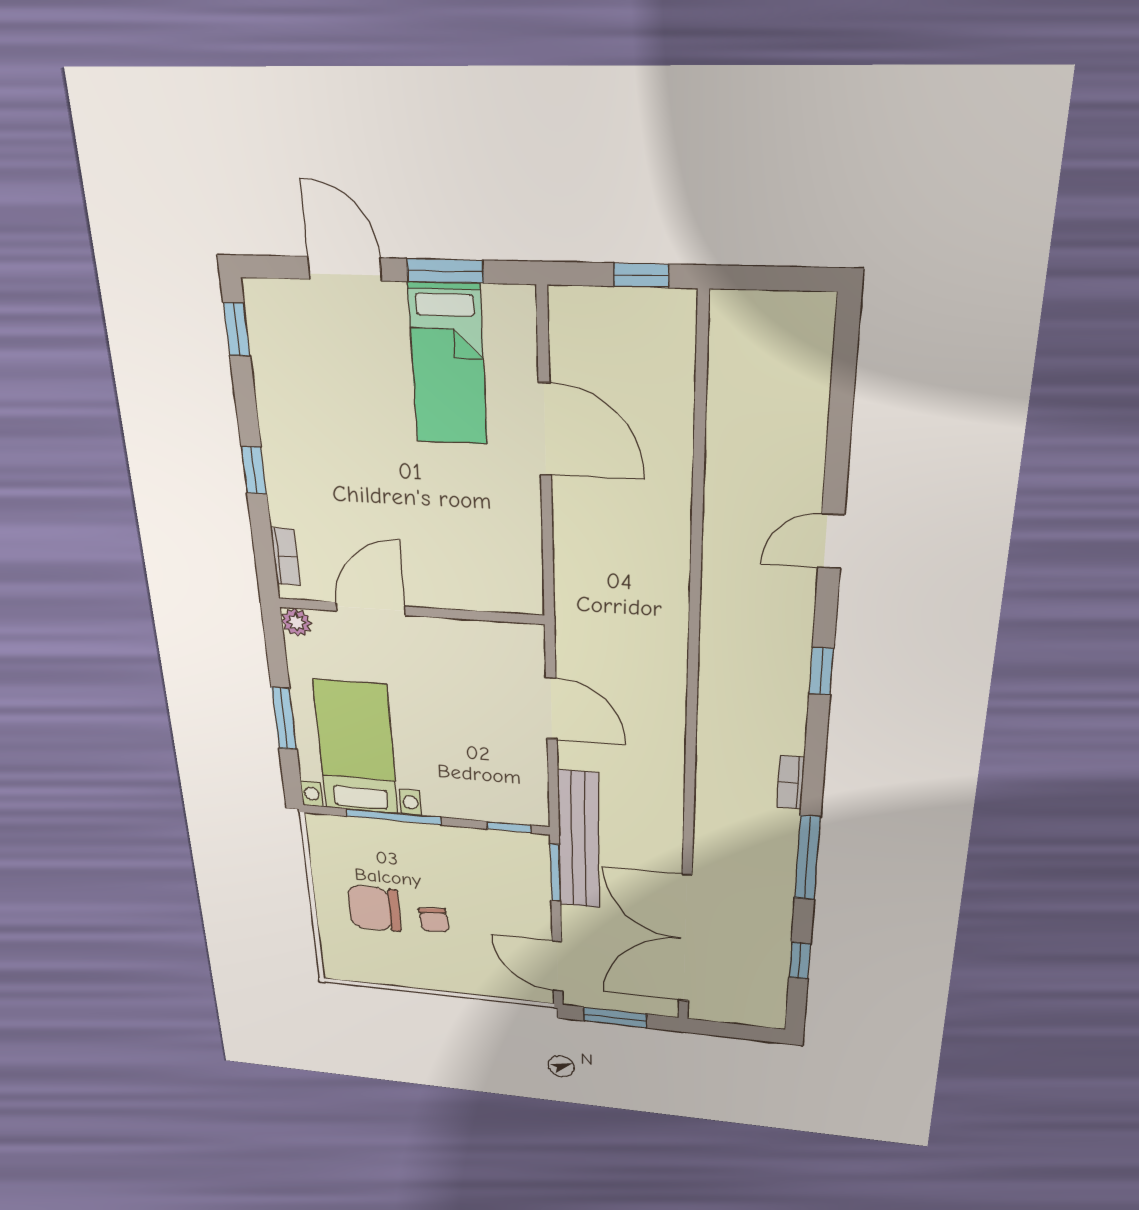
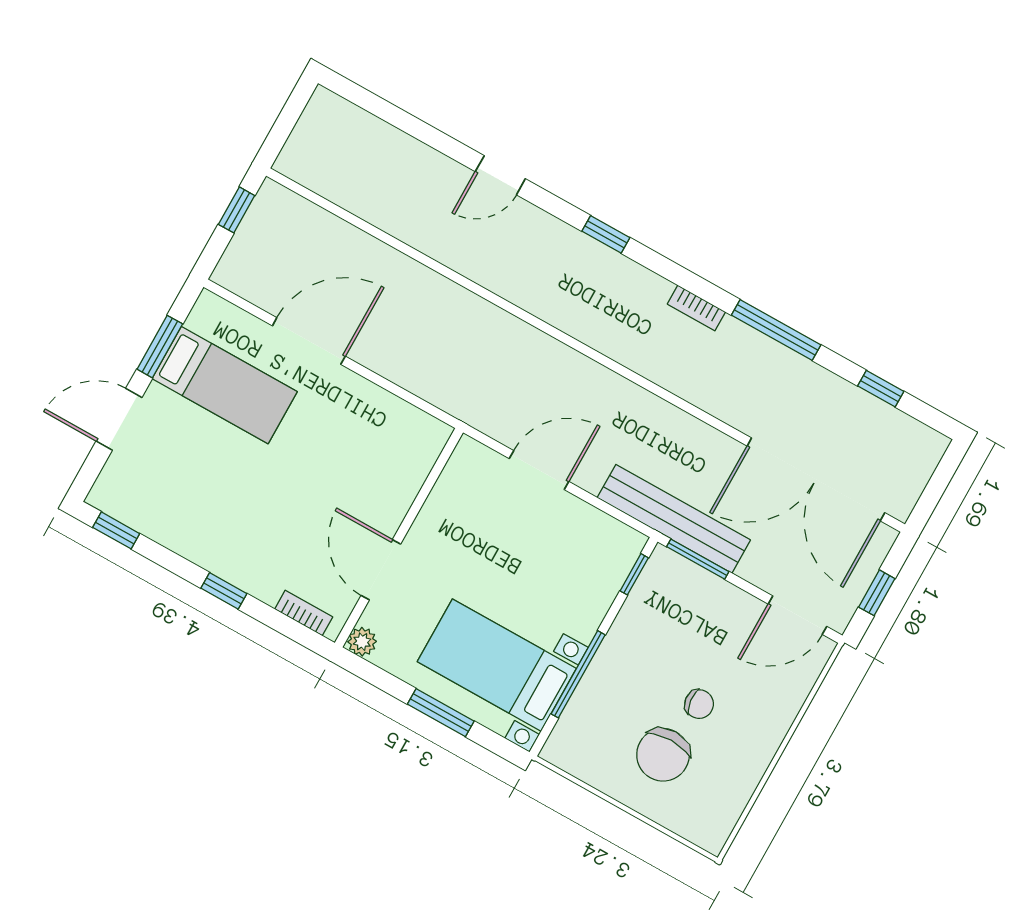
door: (831, 541) -> (500, 175), hinge flipped
window: (615, 1017) -> (877, 593), width x0.67

